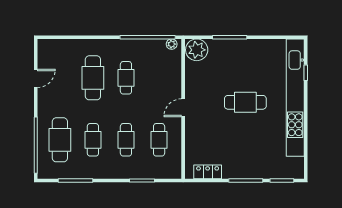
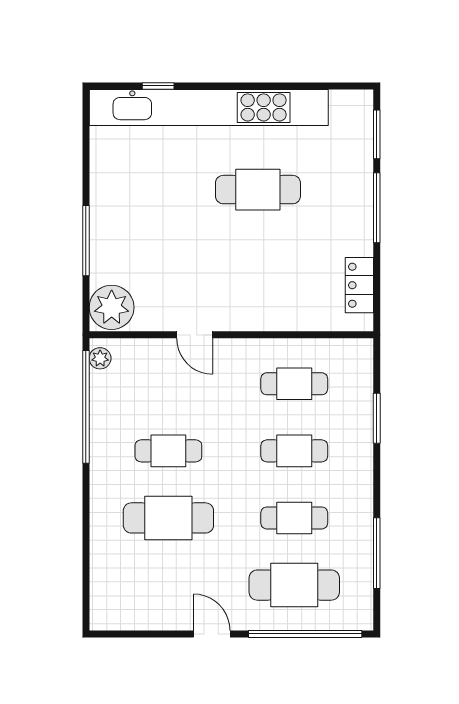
door: (36, 78) -> (212, 634), moved
cafe table: (245, 102) -> (258, 190), moved, turned 90
door: (183, 108) -> (195, 335), moved

